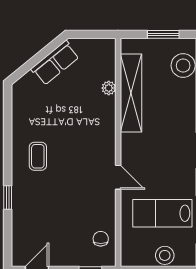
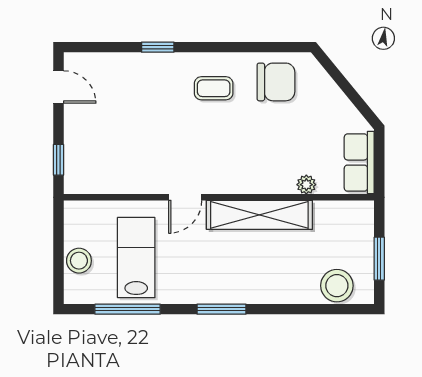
row of seats: (55, 63) -> (359, 163), moved, turned 39
shelving: (131, 93) -> (259, 215), moved
chair: (101, 239) -> (276, 82), moved, width x1.87, depth x1.87

